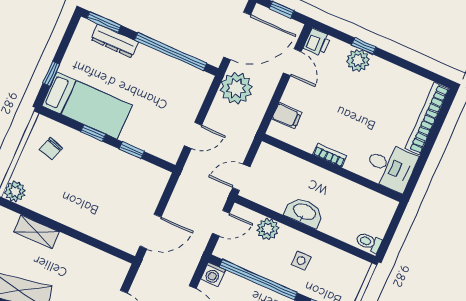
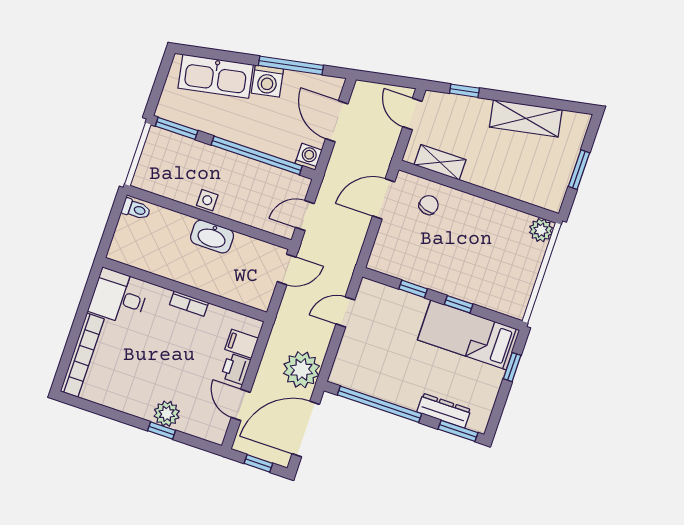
printer: (317, 42) -> (236, 369), moved
chair: (51, 149) -> (429, 205), moved
plant: (268, 229) -> (251, 214), removed
shelving: (36, 232) -> (440, 162), moved
side table: (301, 261) -> (207, 200), moved

